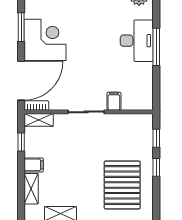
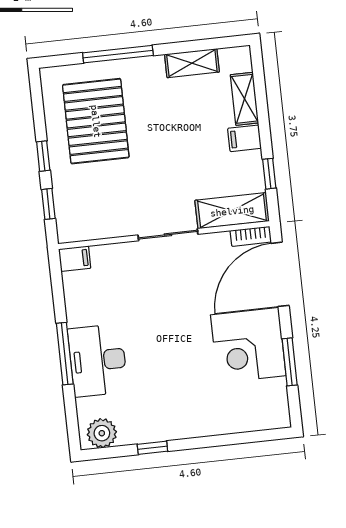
filing cabinet: (114, 101) -> (75, 259), moved, turned -90
shelving: (39, 120) -> (232, 211), width x1.50, depth x1.33

